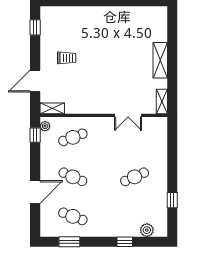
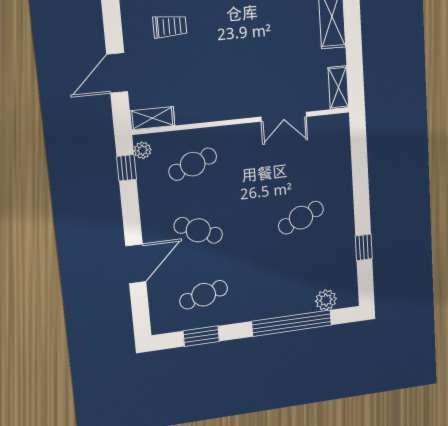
cafe table: (73, 216) -> (204, 295), turned -36
window: (125, 242) -> (292, 323), width x3.17

